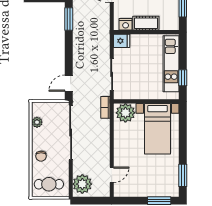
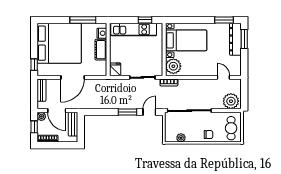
window: (69, 19) -> (127, 112), moved
nightstand: (126, 24) -> (102, 33), moved
door: (69, 83) -> (149, 112), swing flipped
dresser: (159, 190) -> (235, 39), added

